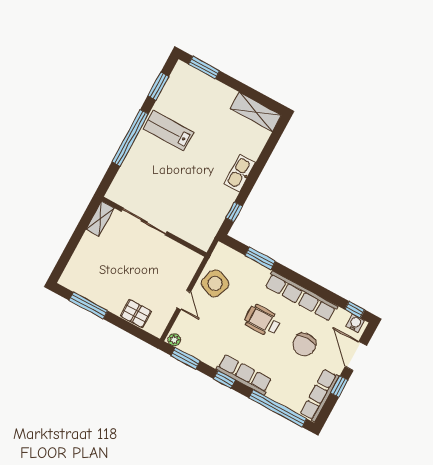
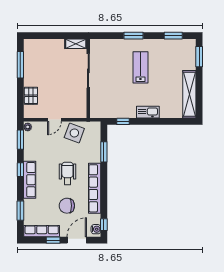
shelving: (256, 112) -> (189, 94), width x1.47
lab bench: (168, 131) -> (140, 67), moved
window: (130, 138) -> (133, 36), width x0.47
window: (278, 408) -> (20, 211), width x0.47

